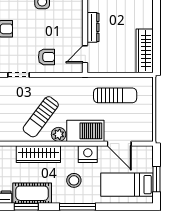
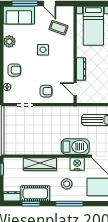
door: (85, 54) -> (75, 89), hinge flipped
sun lounger: (41, 117) -> (42, 136), removed
plant: (59, 134) -> (55, 149), removed

